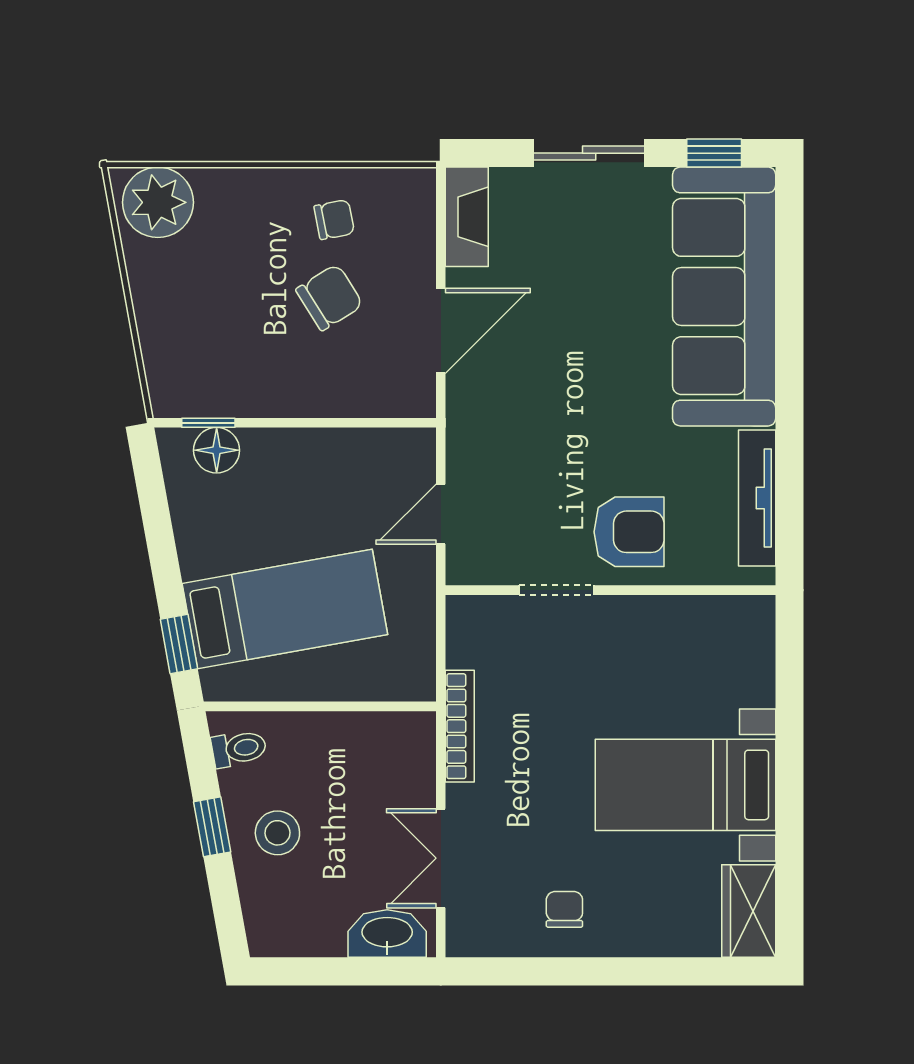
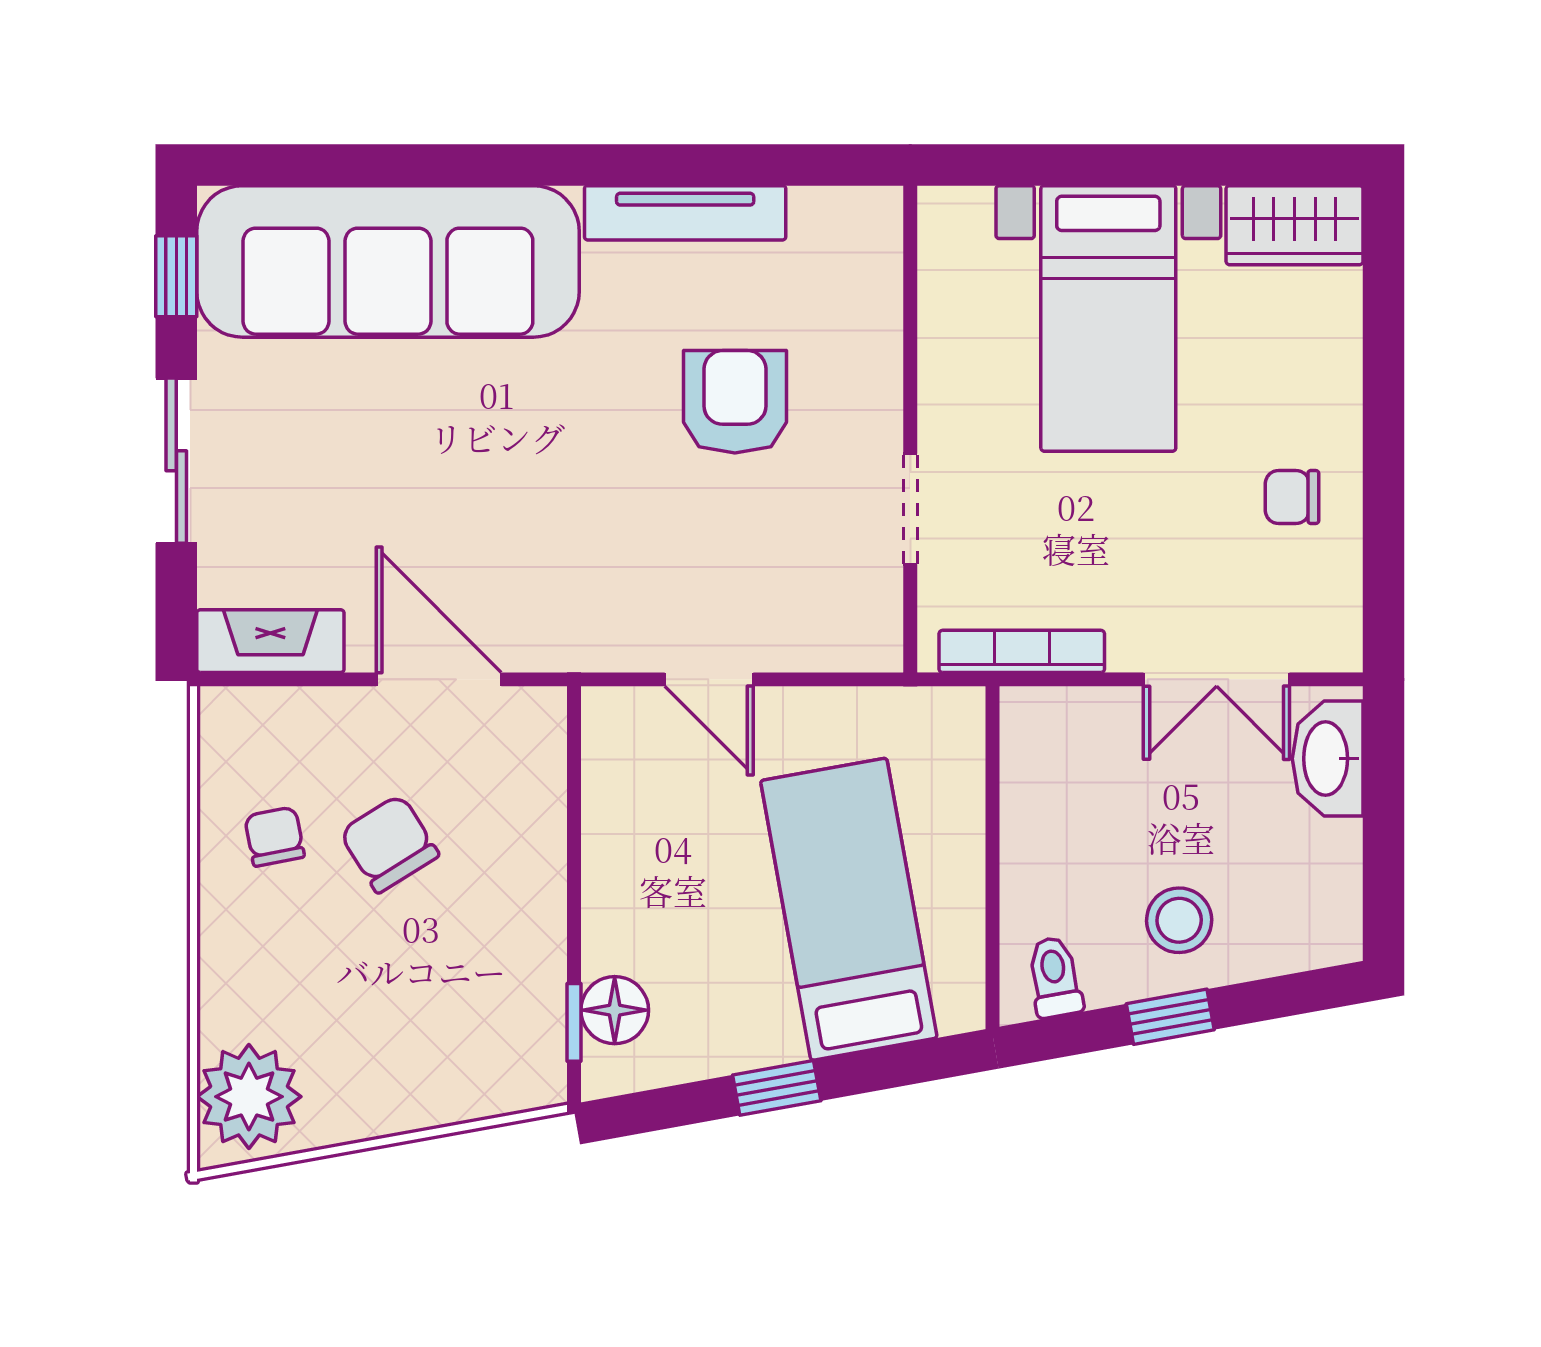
doorway: (556, 590) -> (910, 509), moved
wall: (611, 590) -> (910, 429), moved
window: (179, 644) -> (777, 1088), moved

